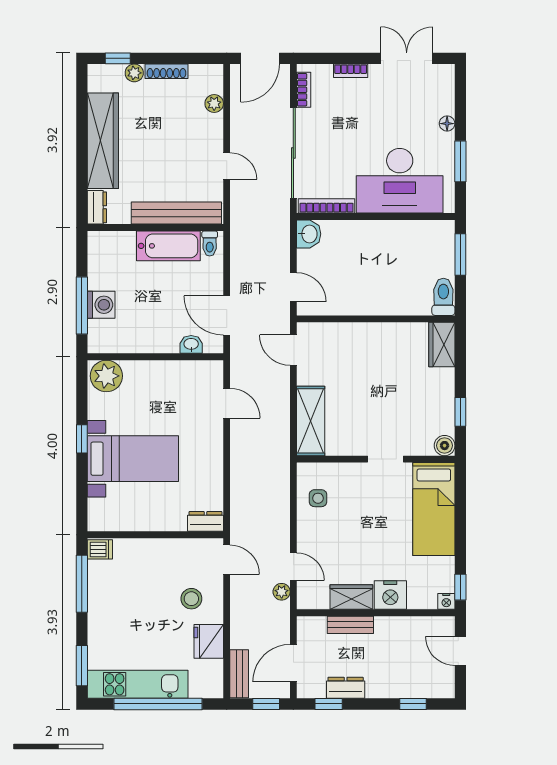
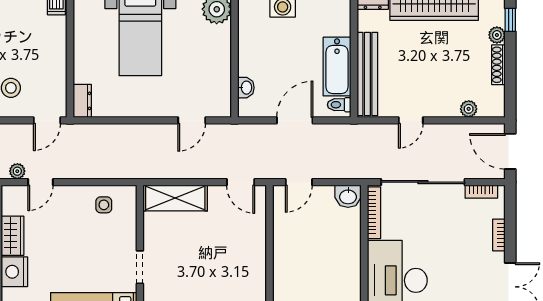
door: (227, 315) -> (295, 120), moved
door: (293, 350) -> (241, 182), swing flipped

